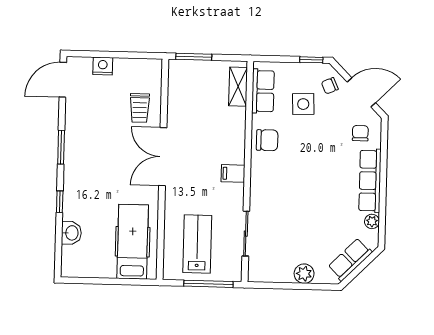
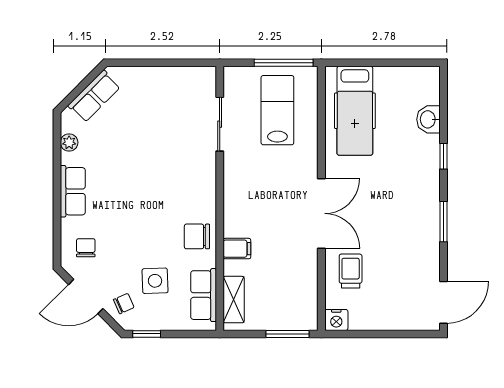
nightstand: (103, 66) -> (336, 320), moved
chair: (360, 133) -> (86, 248), turned 180
filing cabinet: (233, 173) -> (237, 249), moved
row of seats: (370, 181) -> (73, 191), width x0.68
lab bench: (197, 244) -> (277, 110), turned 180
plant: (304, 274) -> (149, 78), removed
window: (208, 284) -> (284, 63), moved

